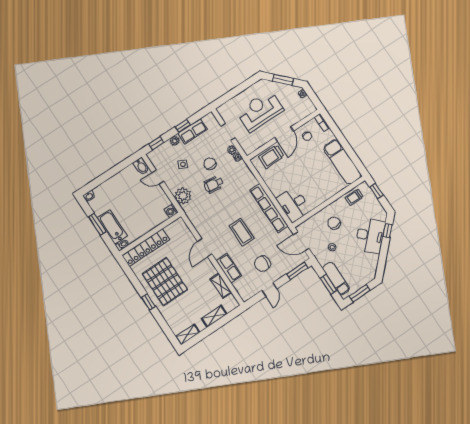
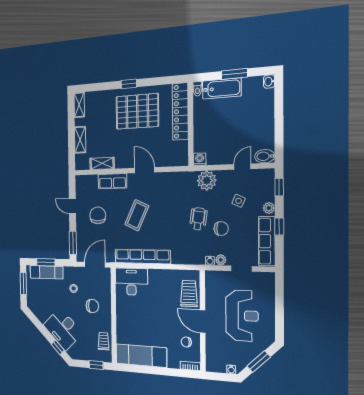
row of seats: (193, 131) -> (267, 241), width x1.48
coffee table: (242, 232) -> (137, 215), turned -65

